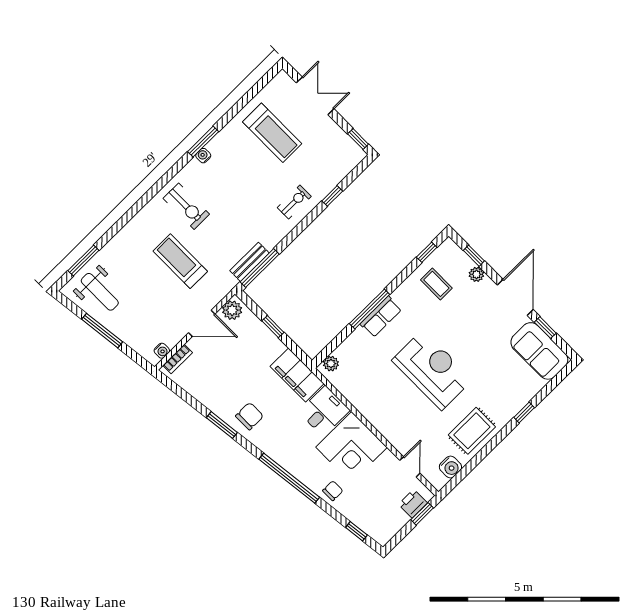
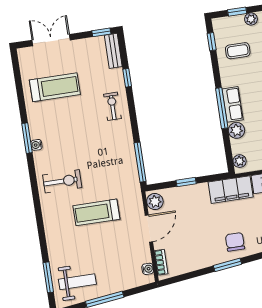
bench: (250, 262) -> (113, 51), moved
plant: (359, 339) -> (236, 130), added

